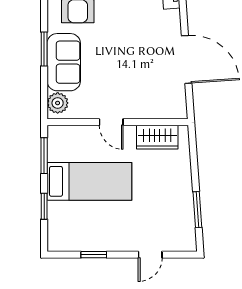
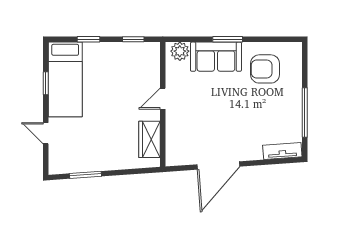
window: (44, 156) -> (133, 39), width x0.67
bed: (89, 181) -> (65, 79), moved

